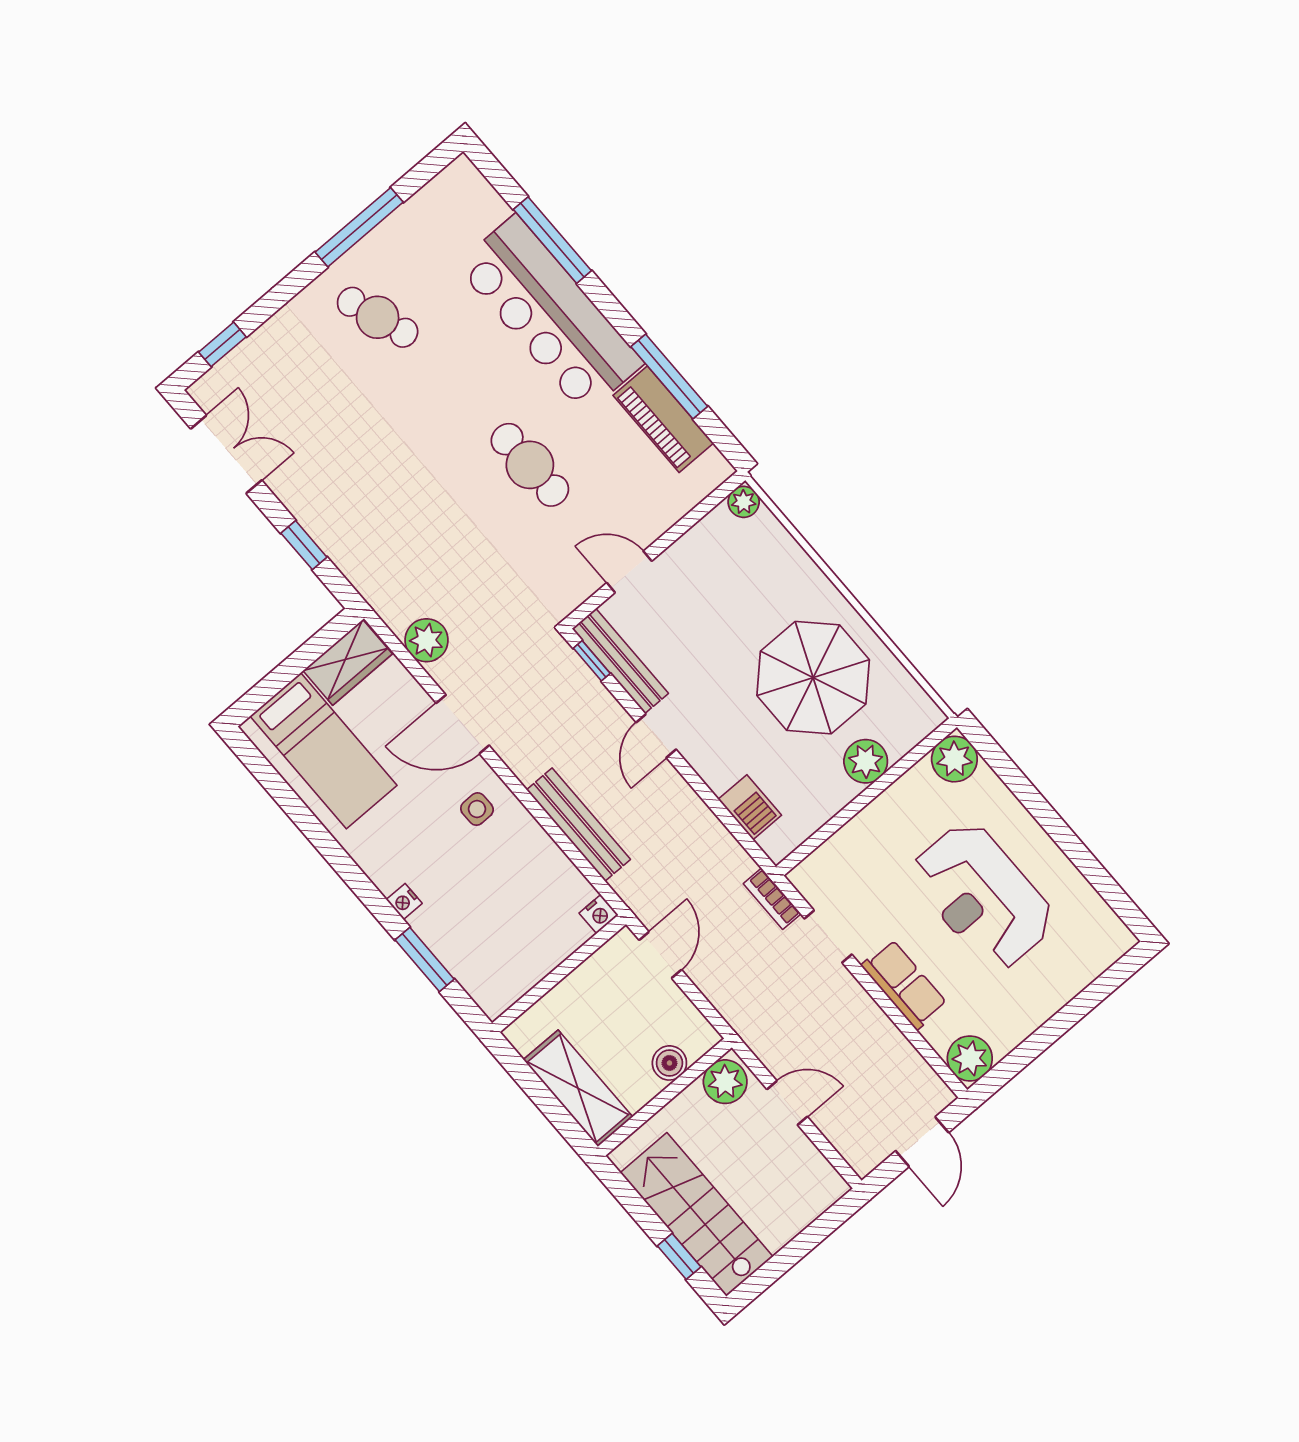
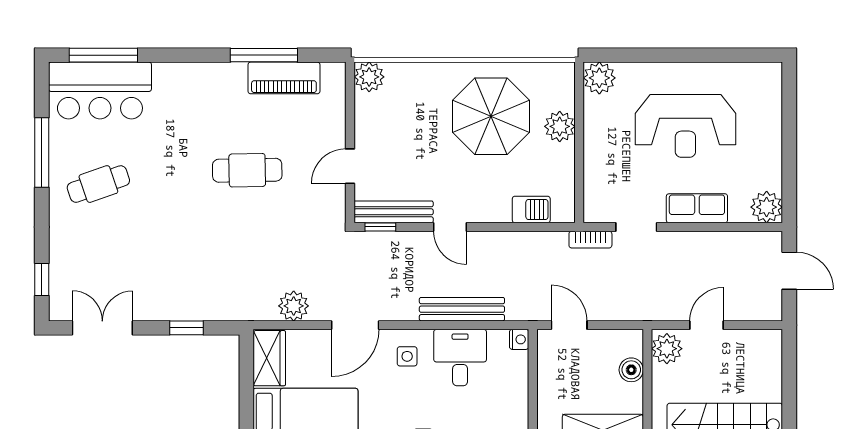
window: (552, 240) -> (103, 55), moved
bar counter: (550, 314) -> (100, 90), moved, width x0.73
plant: (744, 502) -> (369, 77), width x1.38, depth x1.38
desk: (525, 867) -> (460, 358), added

